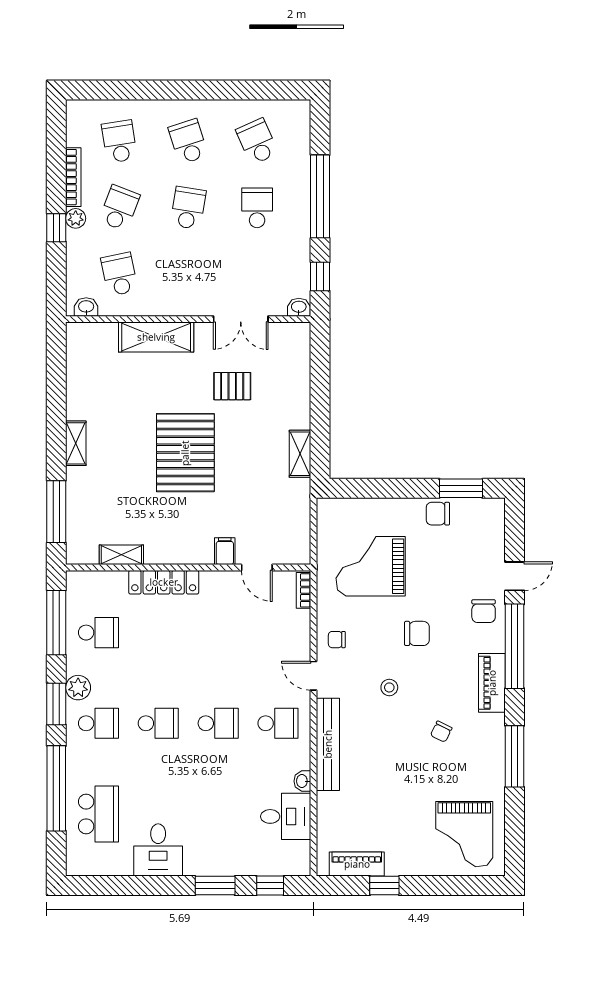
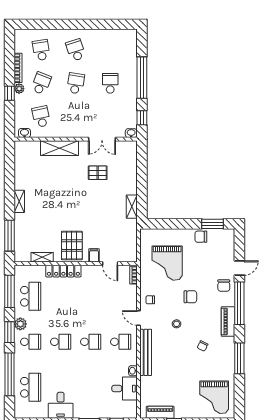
school desk: (257, 142) -> (110, 50), removed
pallet: (185, 453) -> (72, 246), moved, width x0.73, depth x0.71
grand piano: (371, 566) -> (167, 263), turned -90
school desk: (98, 633) -> (31, 296), width x1.85

